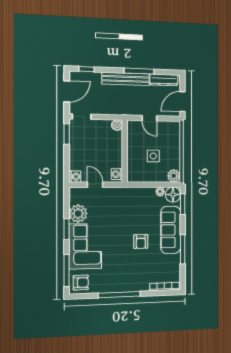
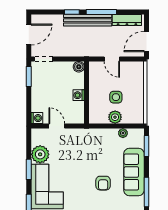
window: (86, 69) -> (72, 12), moved
washing machine: (117, 174) -> (79, 95), moved
plant: (174, 176) -> (115, 117), moved
floor lamp: (173, 195) -> (136, 136), removed

